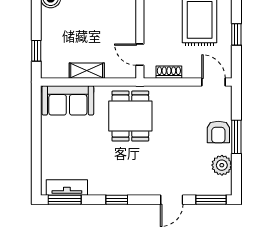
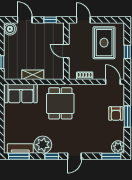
door: (140, 55) -> (66, 51), moved
plant: (222, 165) -> (118, 147), moved
plant: (103, 181) -> (43, 145), added
door: (172, 200) -> (74, 156), moved

